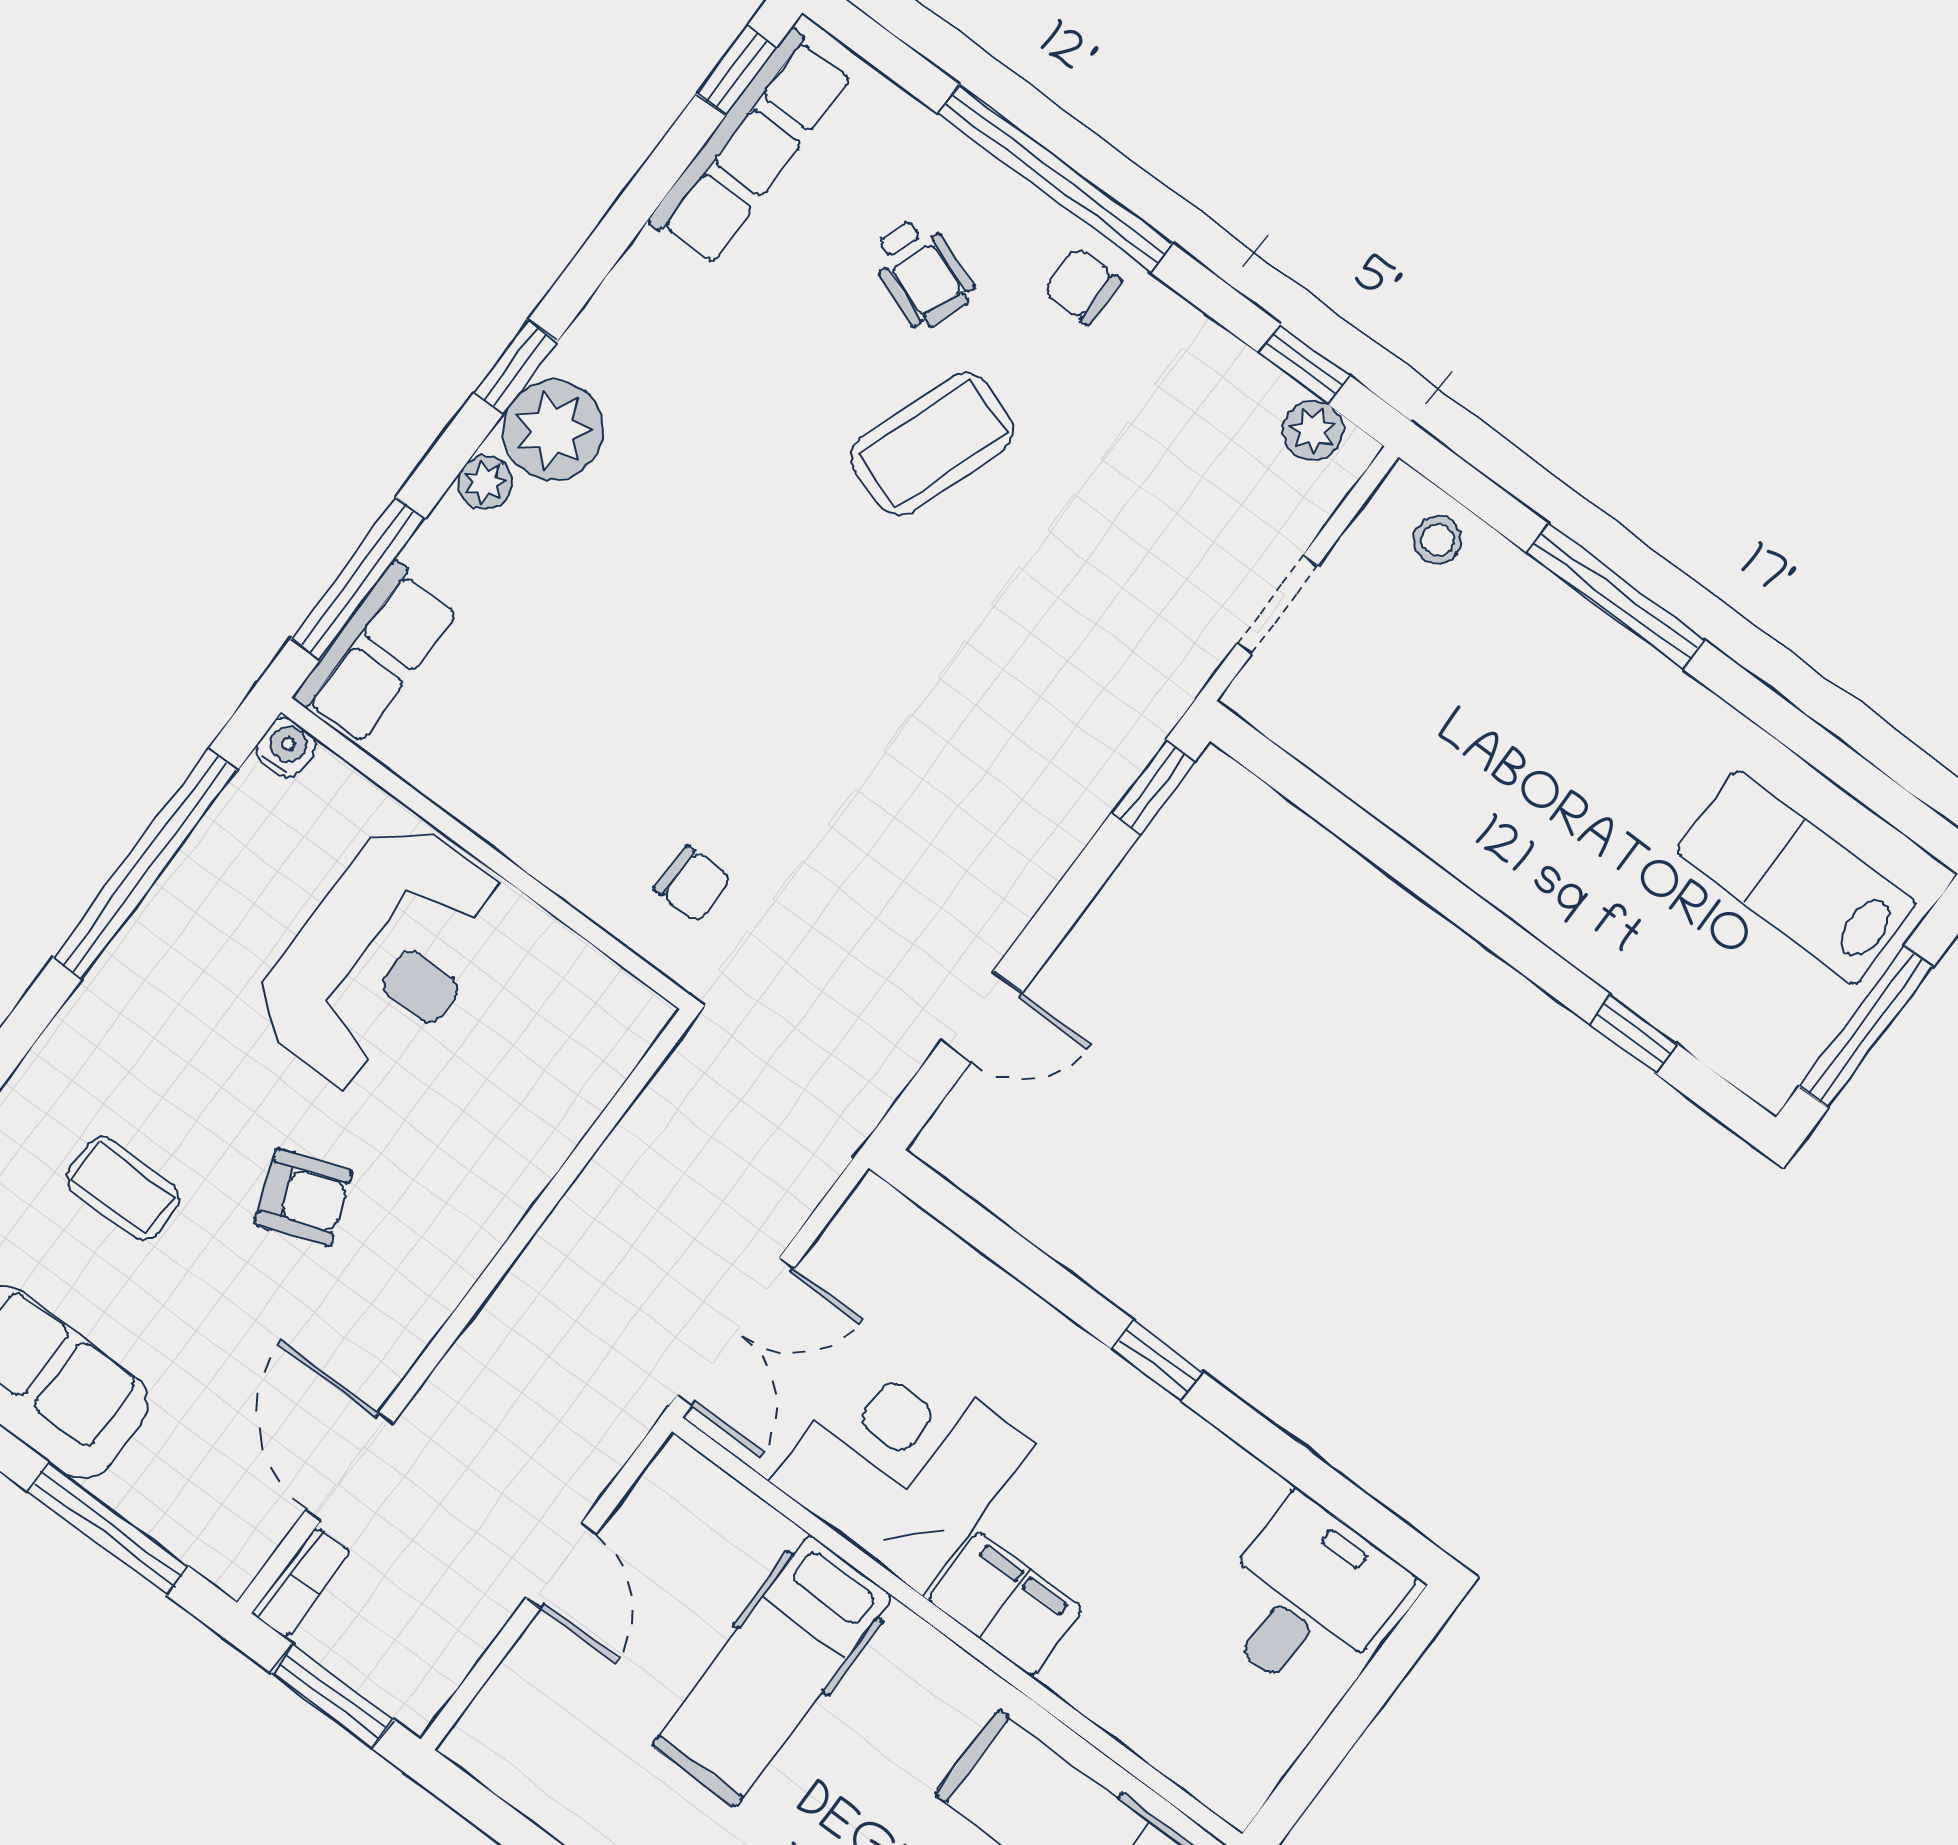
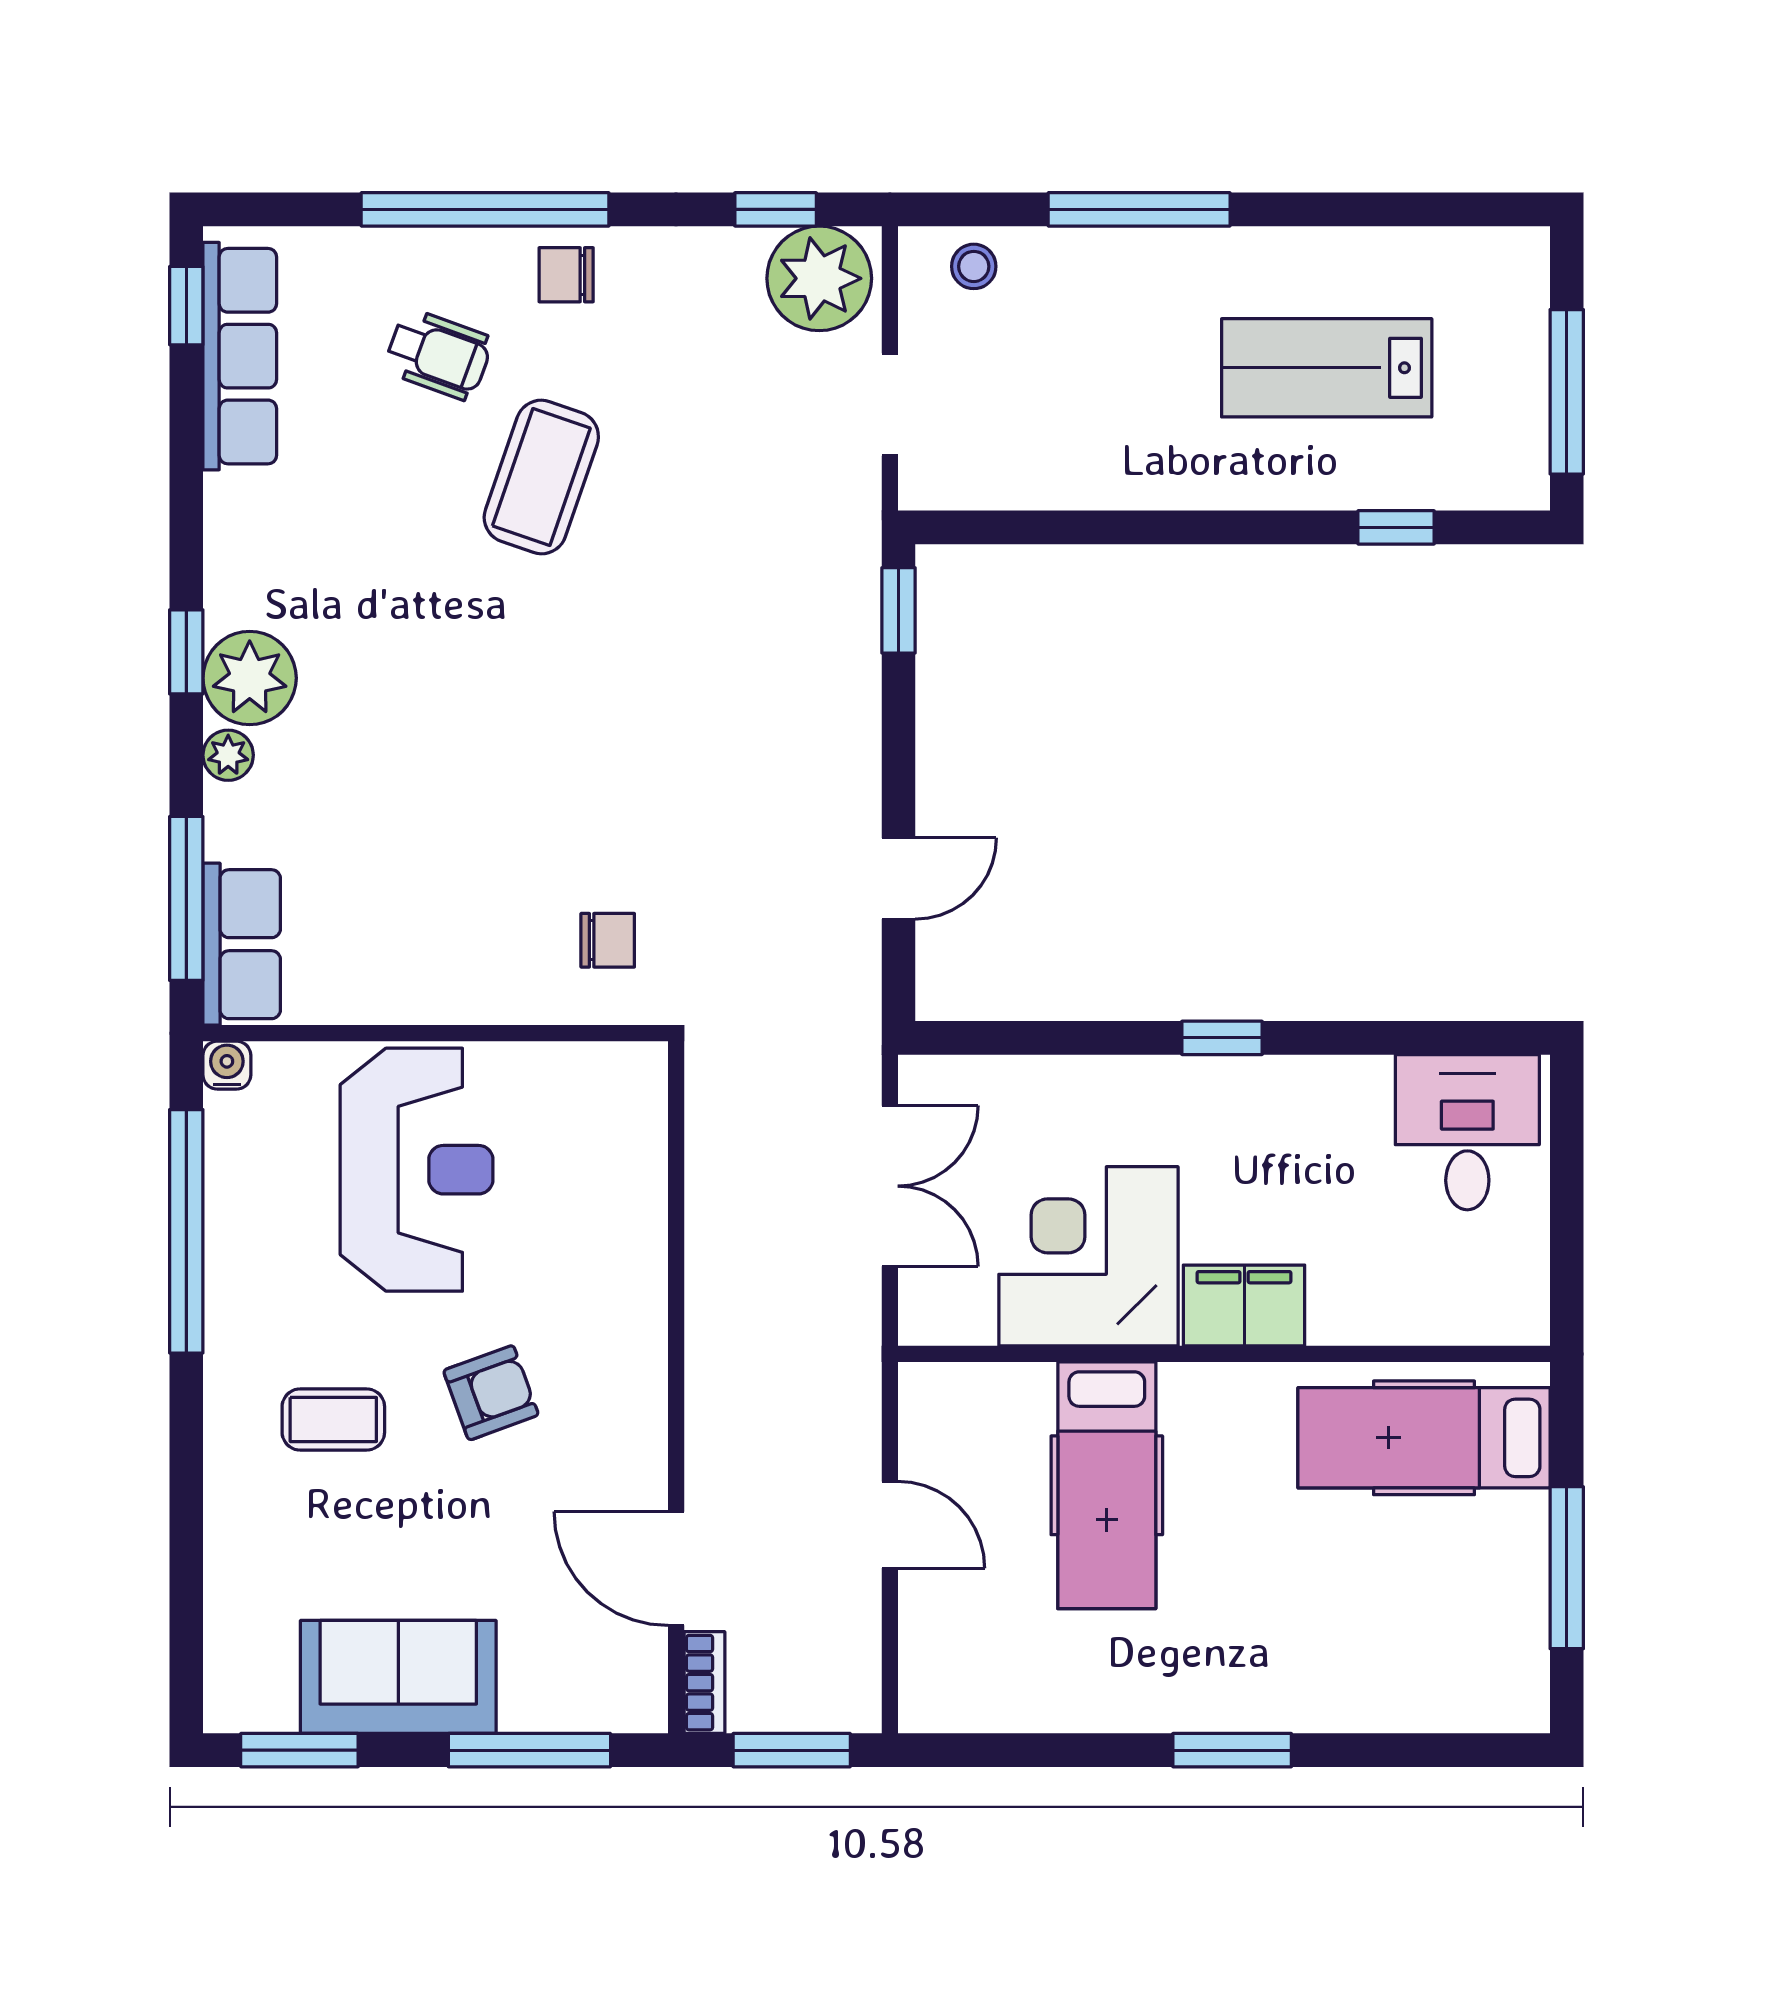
plant: (1313, 430) -> (819, 278), width x1.88, depth x1.88
lab bench: (1796, 877) -> (1327, 368), moved
coffee table: (123, 1189) -> (333, 1420), moved
double door: (736, 1332) -> (890, 1186), moved

